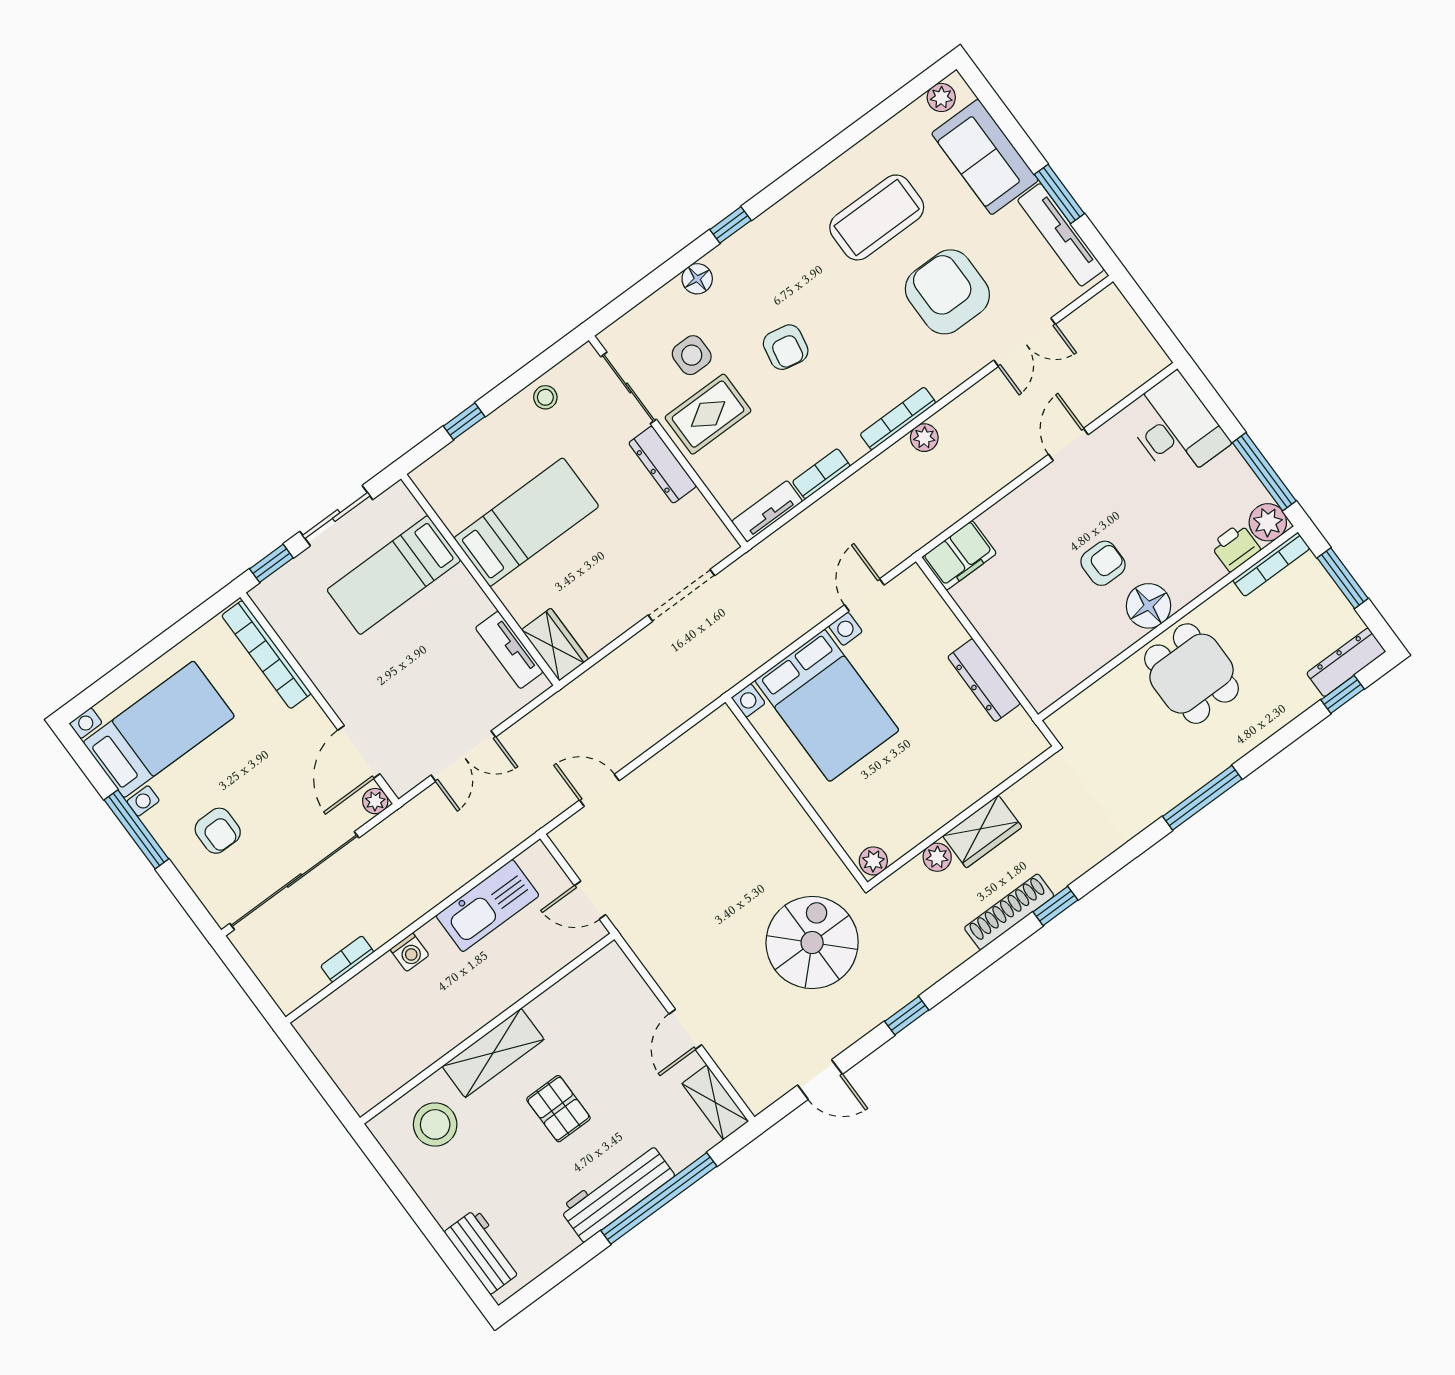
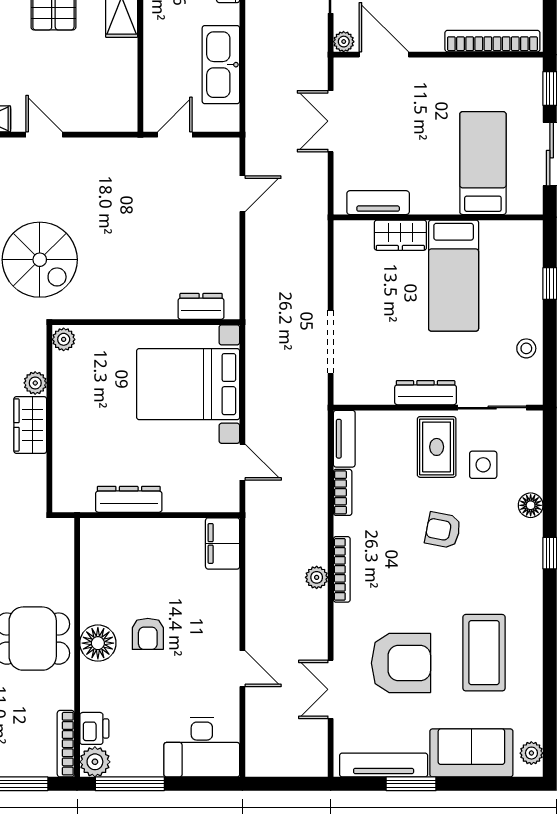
wardrobe: (555, 645) -> (400, 235), moved
dresser: (741, 749) -> (201, 306), added

